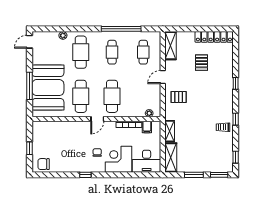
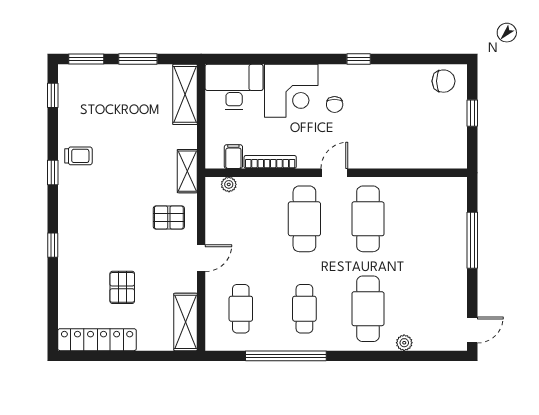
booth: (48, 88) -> (435, 237), removed
shelving: (170, 131) -> (187, 171), moved

